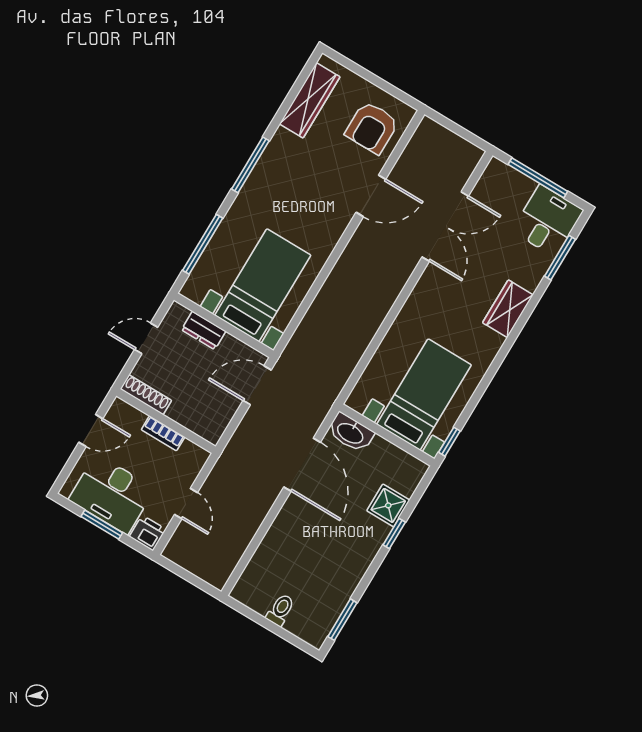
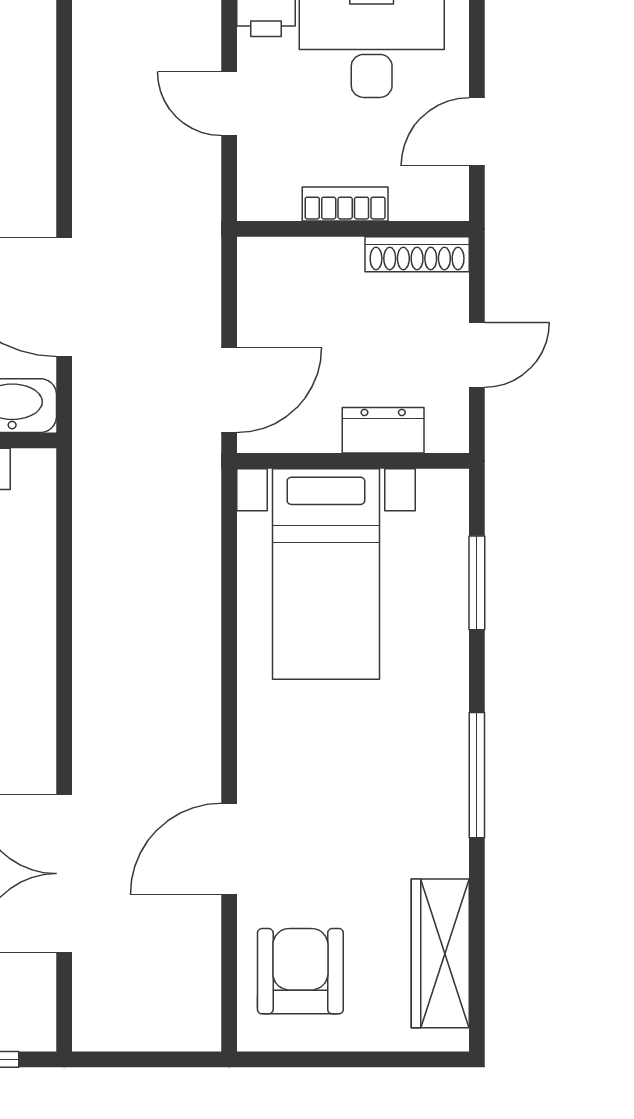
window: (203, 244) -> (477, 583), width x0.69

